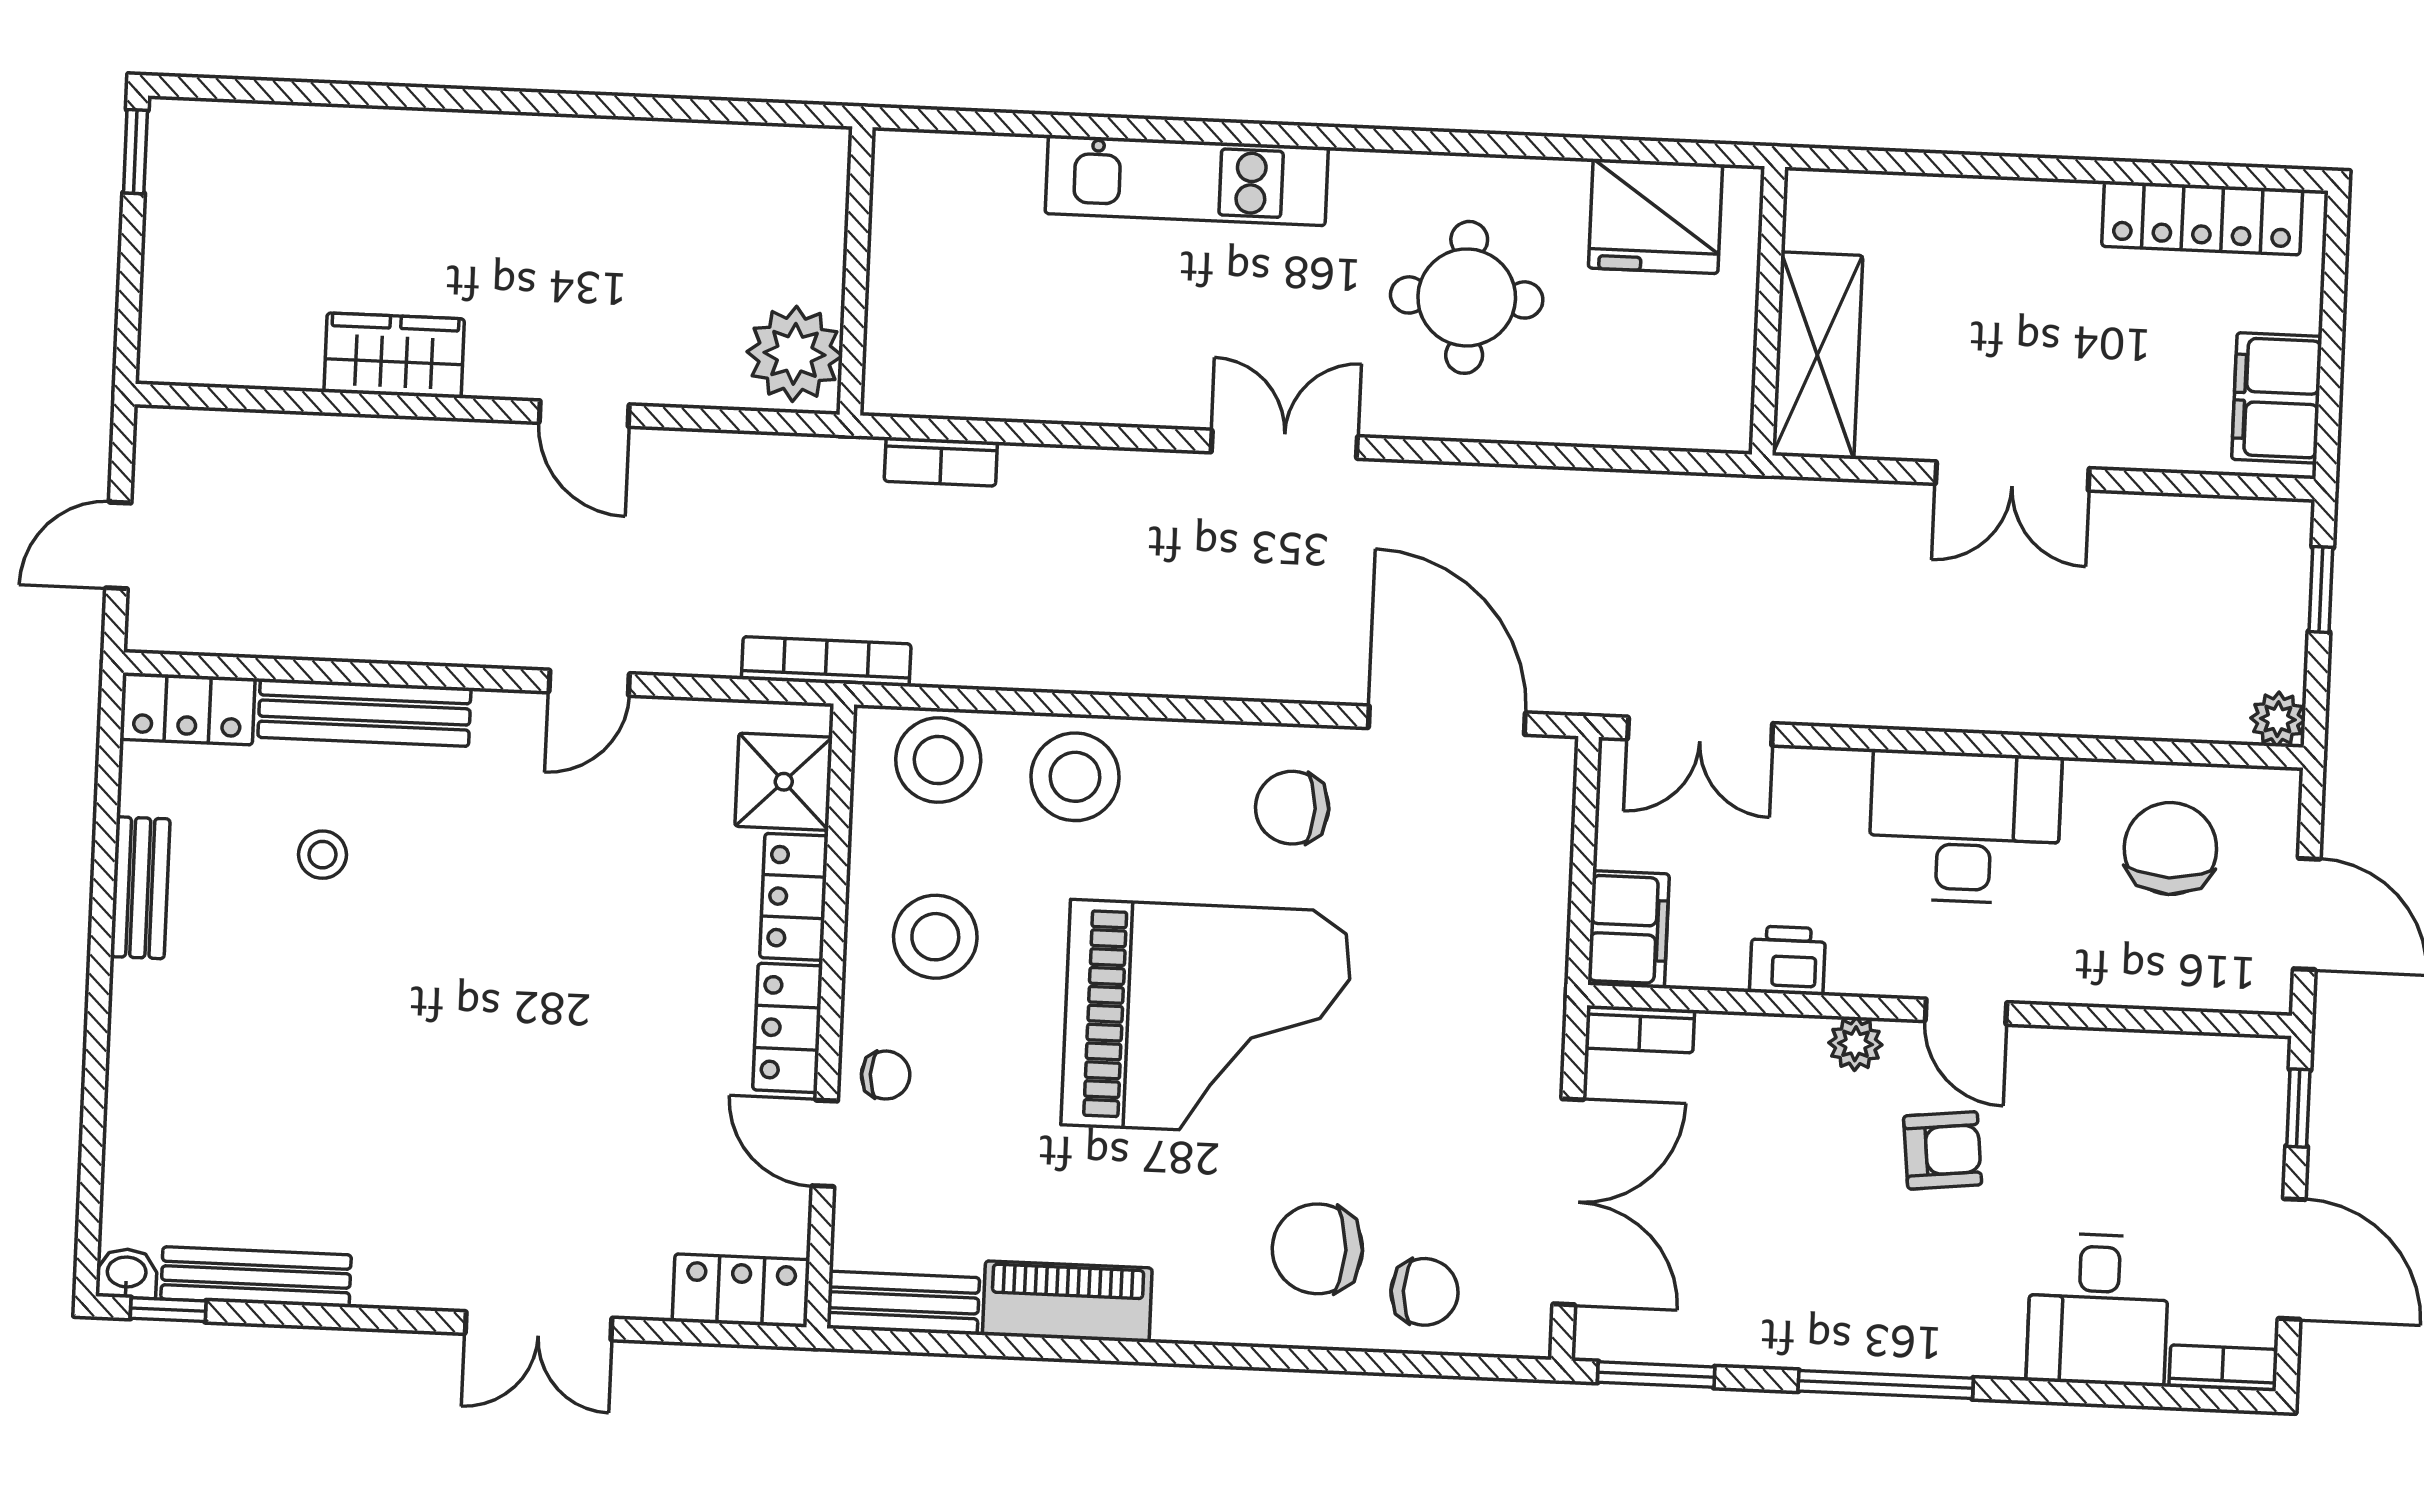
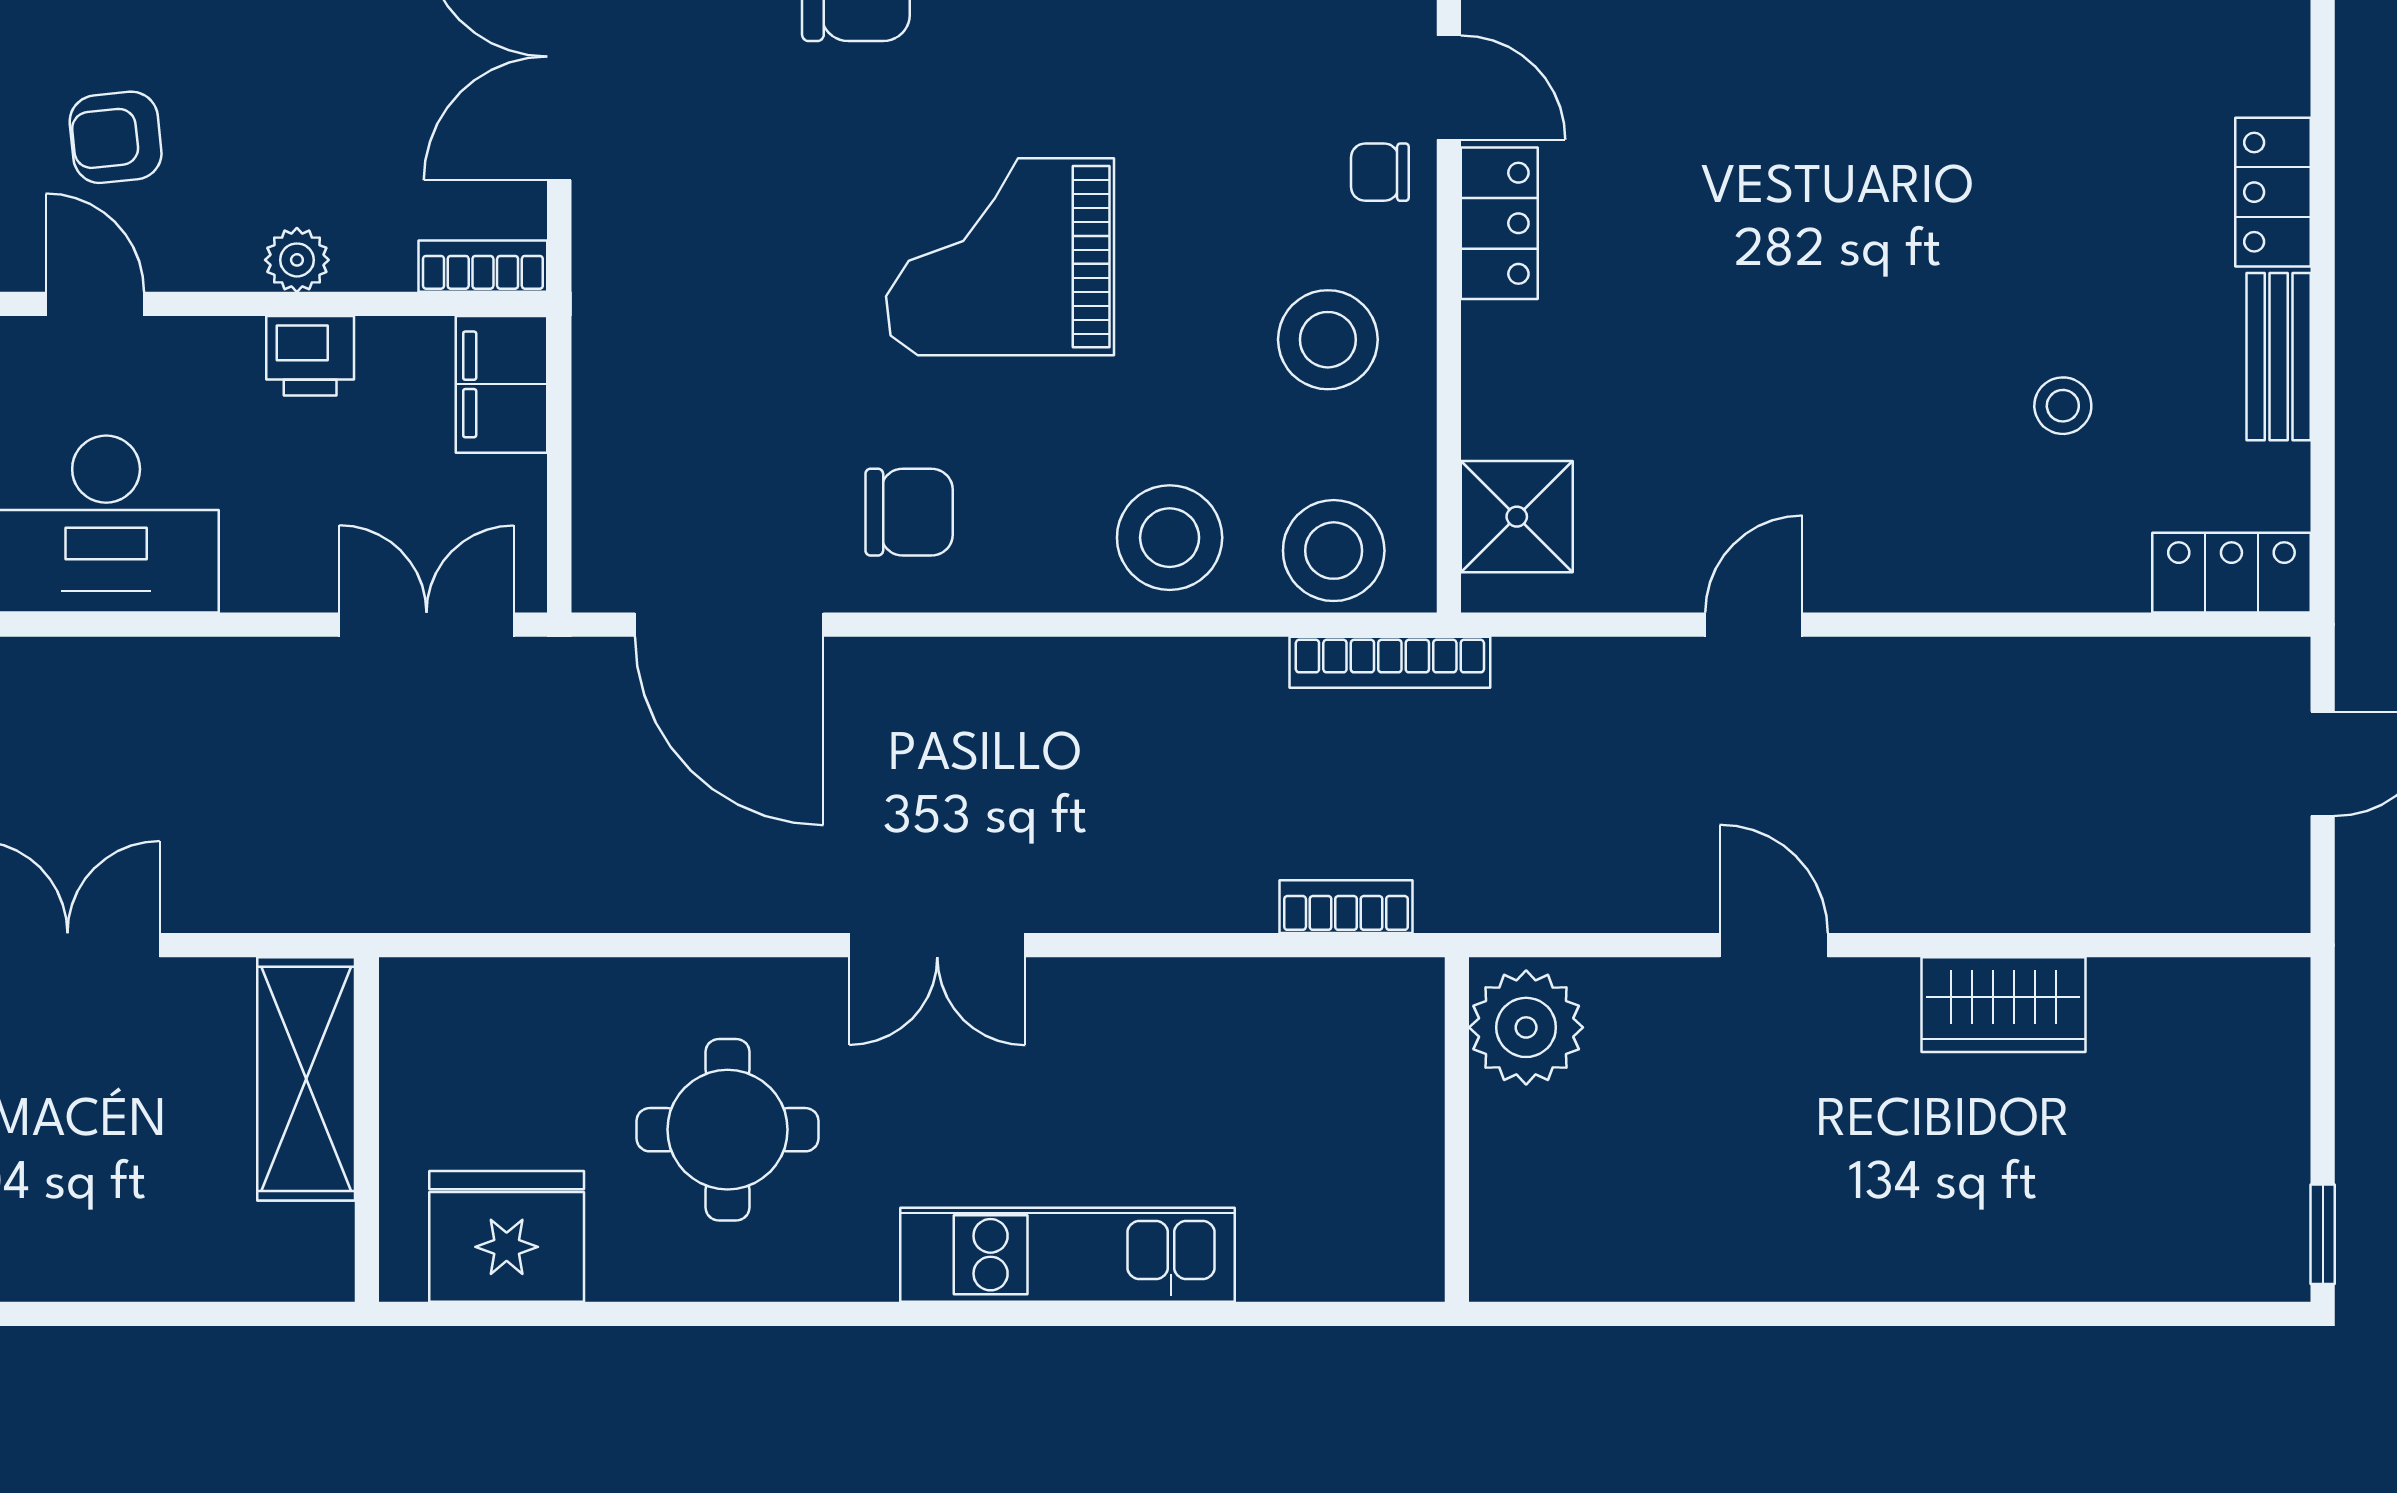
bookcase: (826, 661) -> (1390, 662), moved
bench: (364, 713) -> (2020, 577), removed
locker: (794, 897) -> (2273, 192), moved, turned 180
grand piano: (1207, 1018) -> (1000, 257), width x0.73, depth x0.68
plant: (1855, 1044) -> (297, 260), moved

